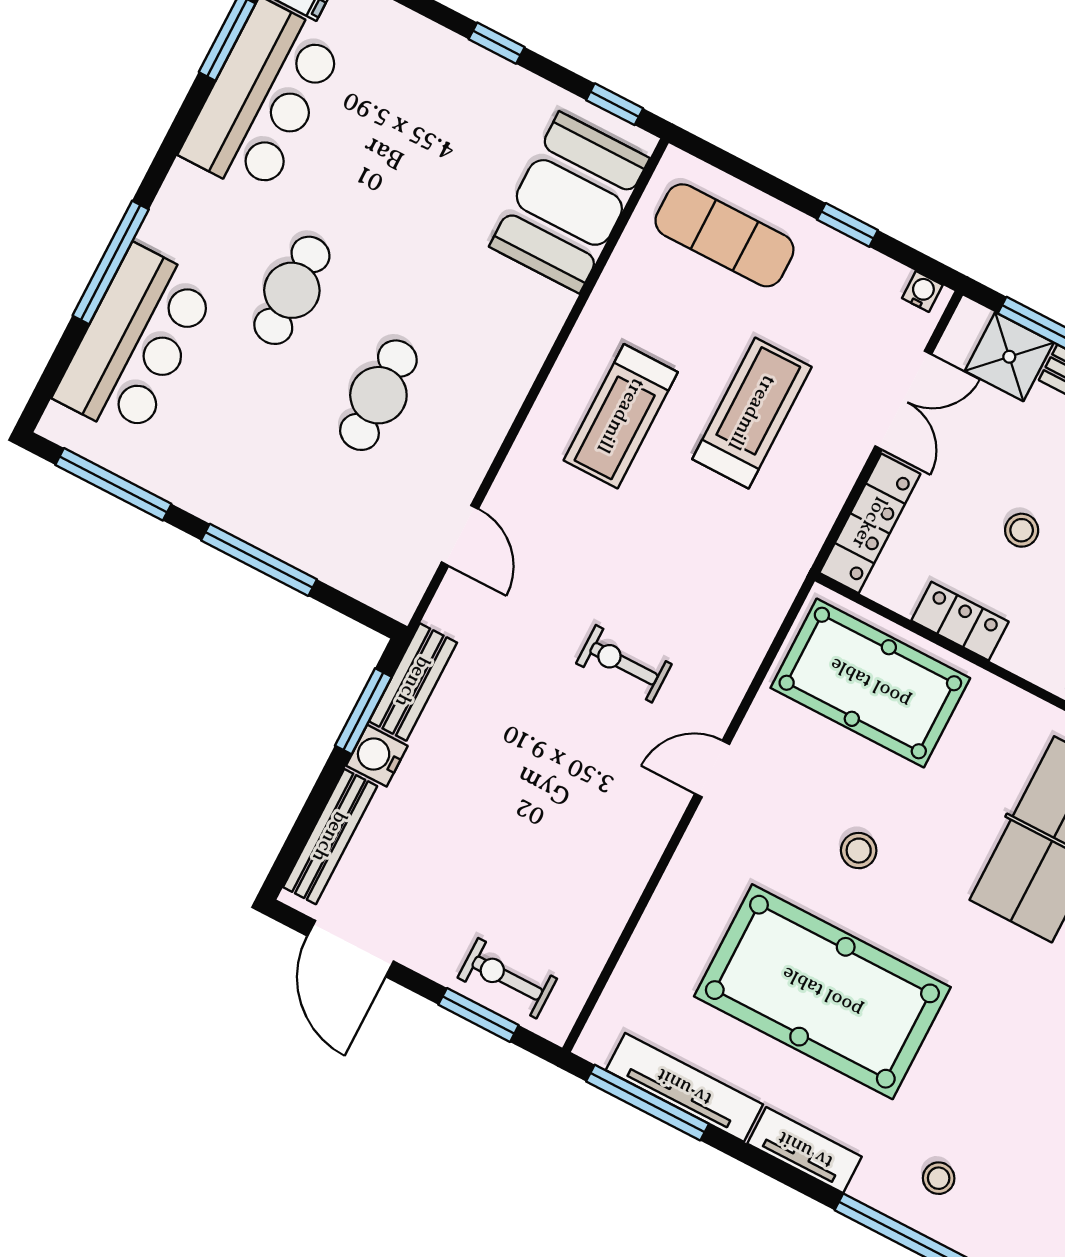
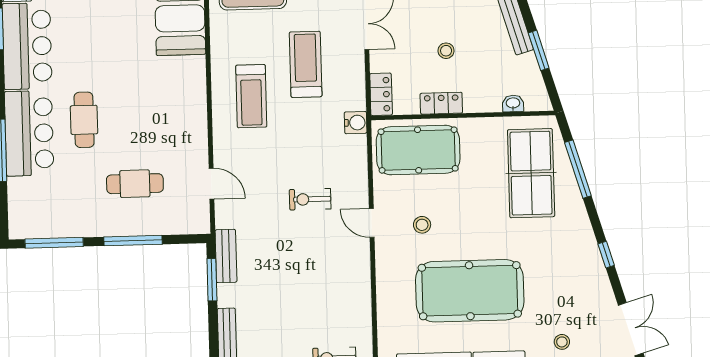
bar counter: (135, 342) -> (29, 133), moved
cafe table: (378, 395) -> (135, 184), moved, turned 90
locker: (870, 523) -> (381, 94), width x0.66
water cooler: (377, 756) -> (356, 123), moved, turned 180
door: (712, 769) -> (372, 223), hinge flipped
stool: (859, 851) -> (422, 225), moved

